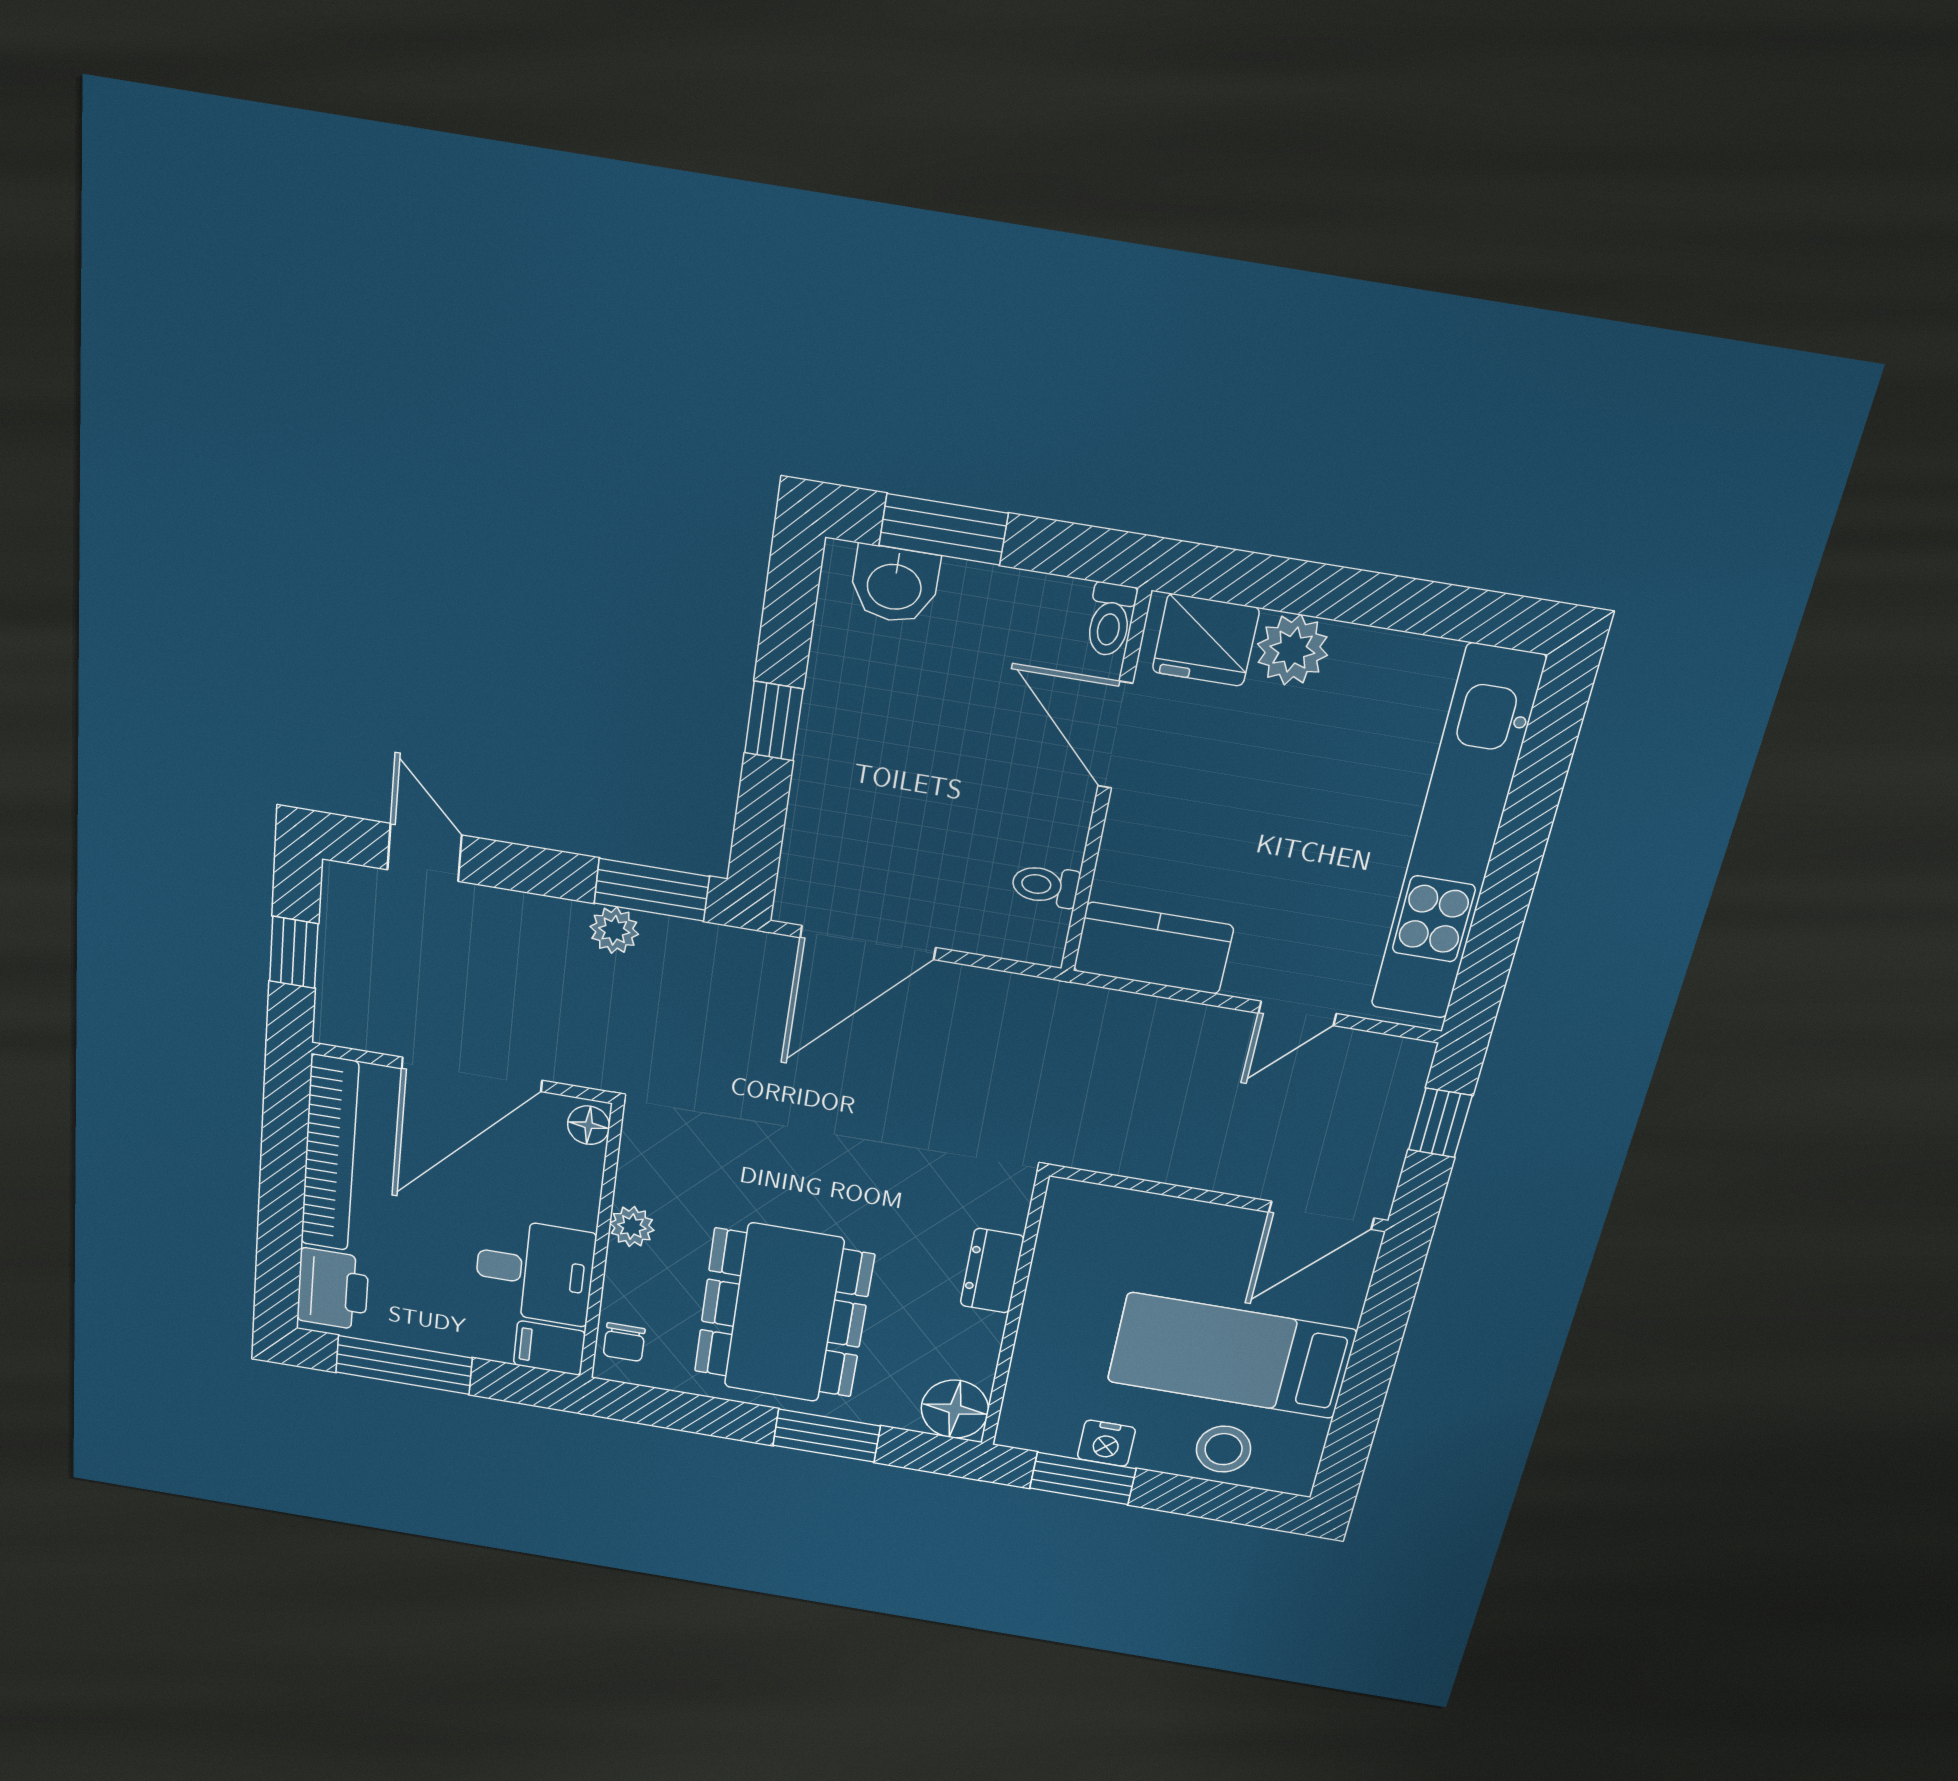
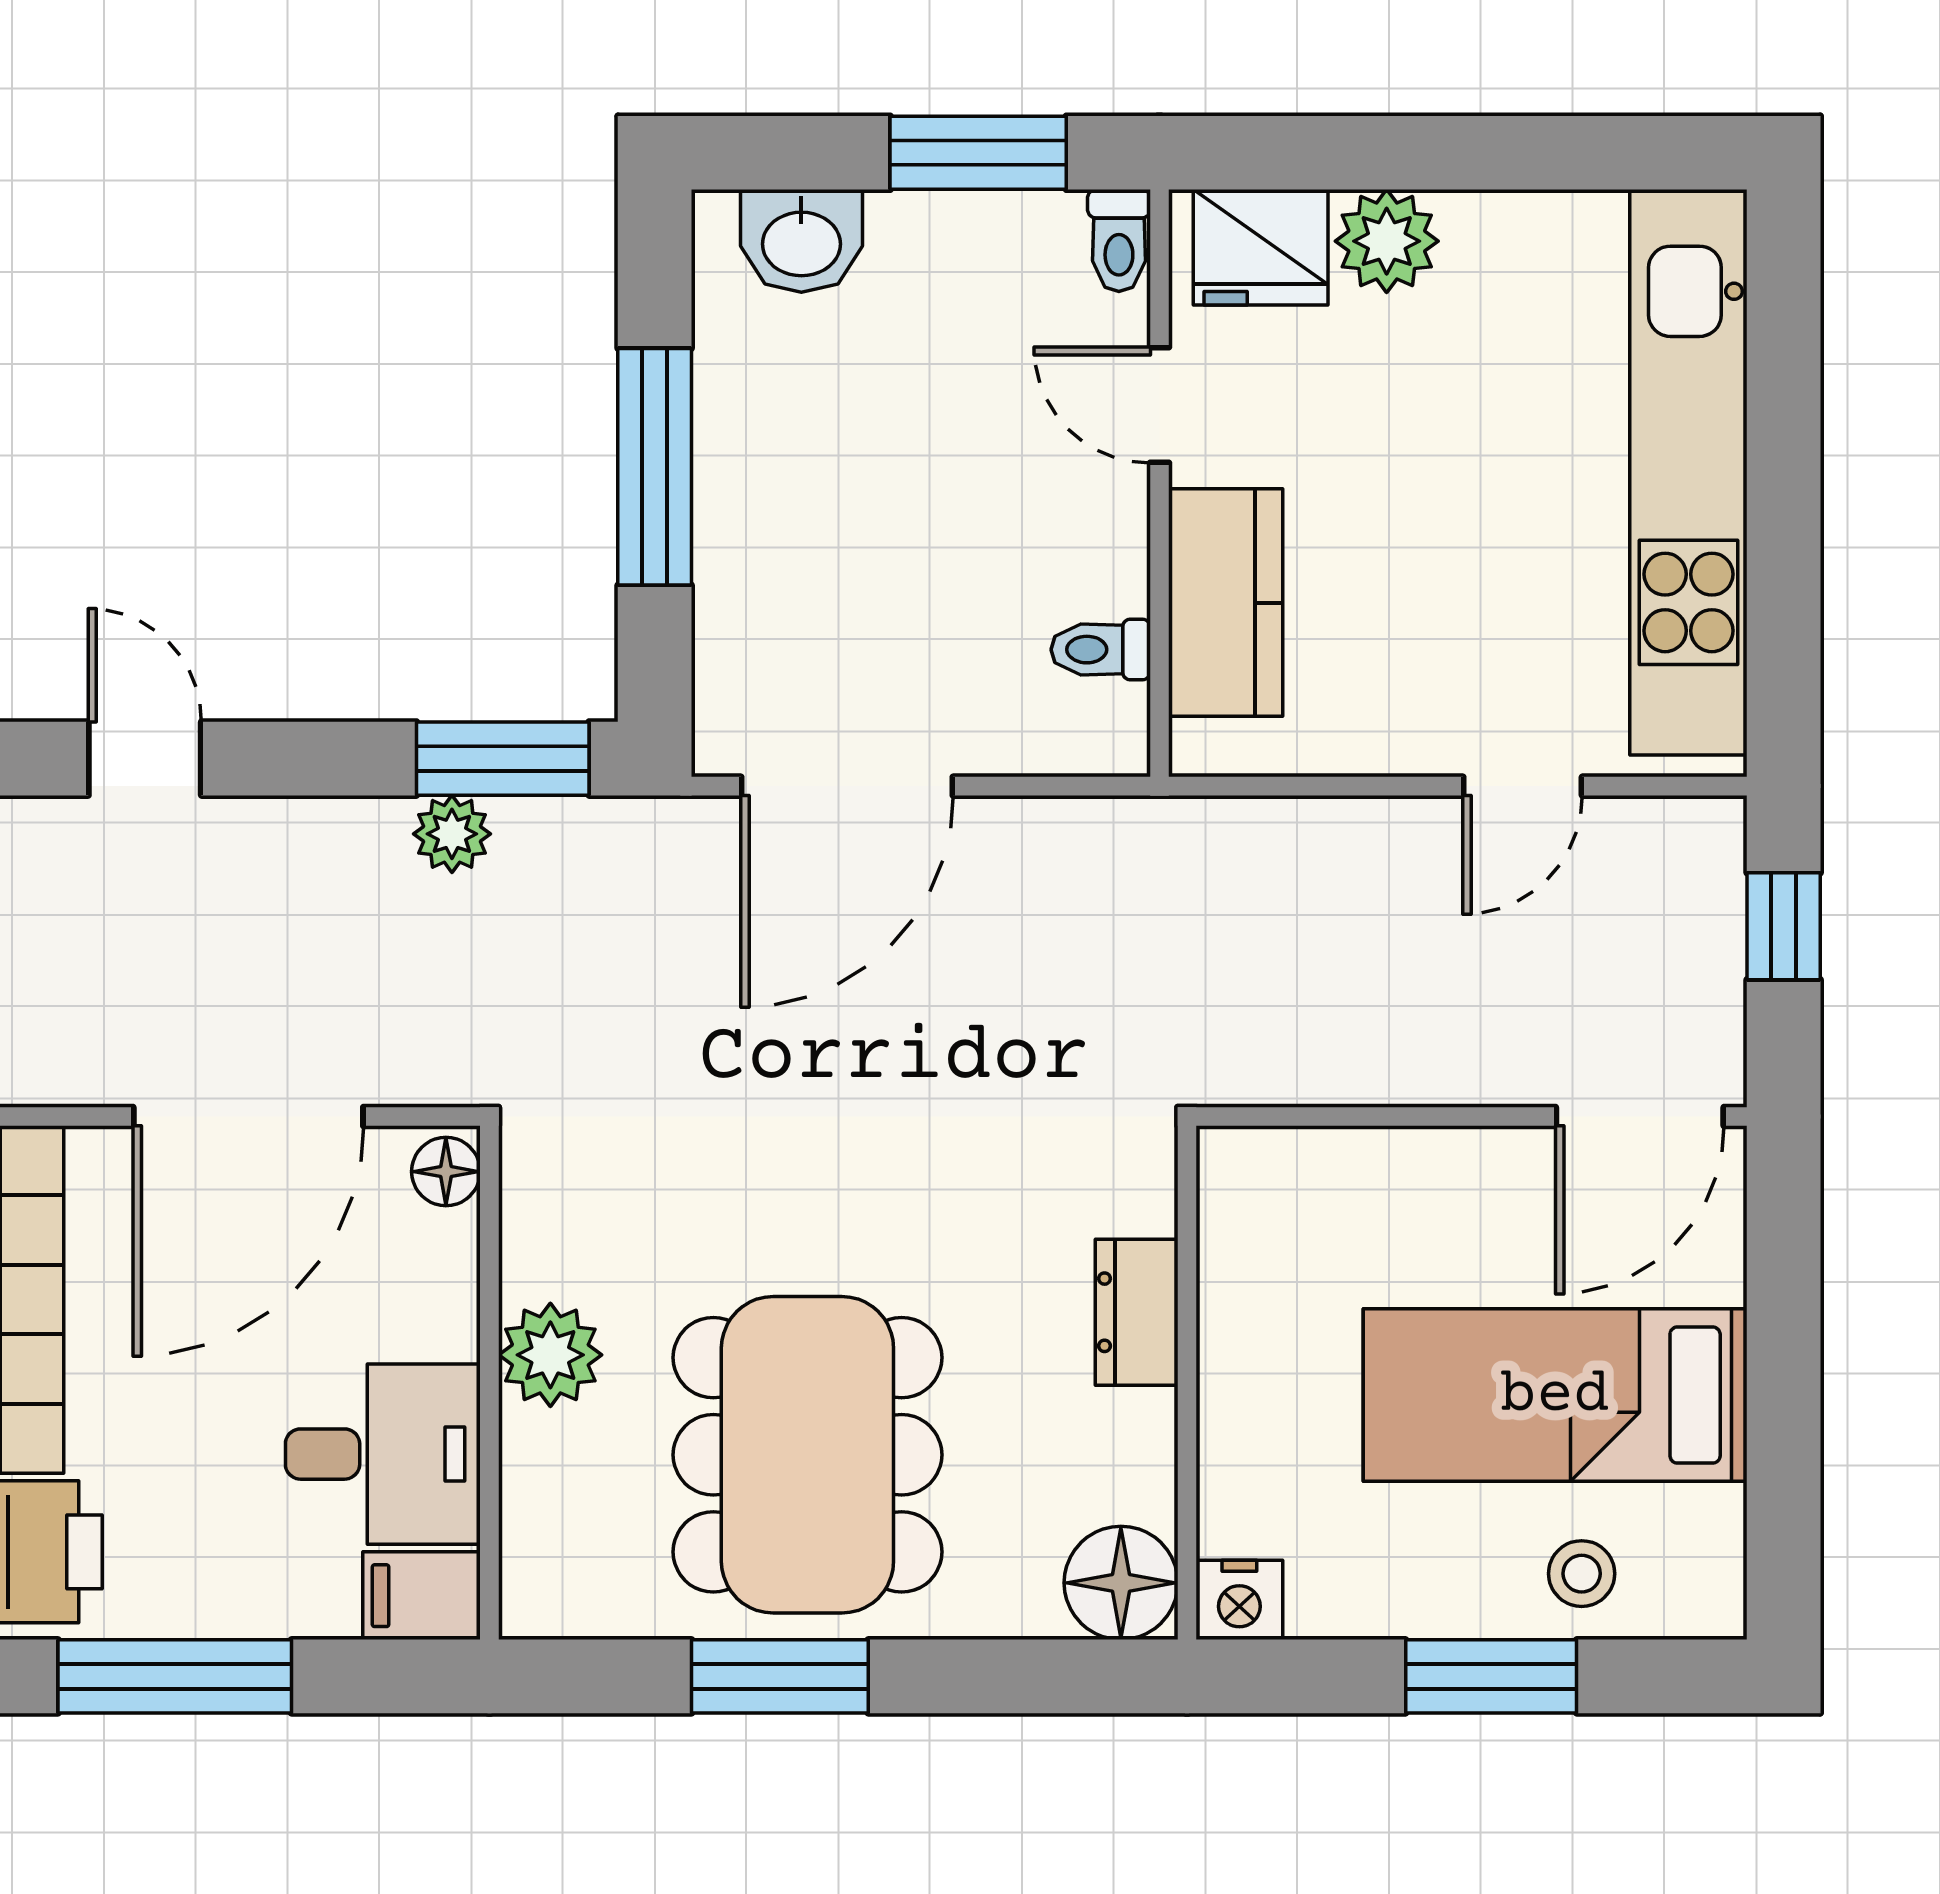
window: (943, 529) -> (978, 153), moved
window: (774, 721) -> (655, 467), width x2.17
door: (1115, 735) -> (1159, 405), width x0.73
kitchen counter: (1153, 948) -> (1226, 603), moved, turned 90
plant: (632, 1227) -> (550, 1355), width x1.38, depth x1.38
chair: (624, 1342) -> (547, 1560), removed
window: (827, 1436) -> (780, 1676), moved
nightstand: (1106, 1443) -> (1239, 1600), moved
stool: (1224, 1449) -> (1582, 1574), width x0.73, depth x0.73
window: (1083, 1478) -> (1491, 1676), moved

